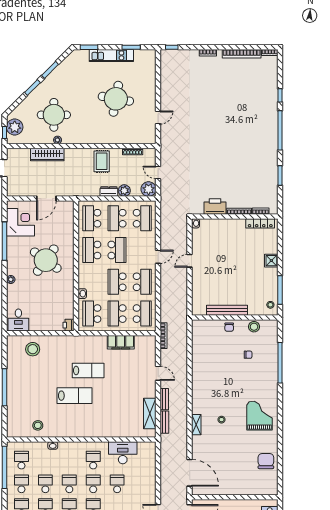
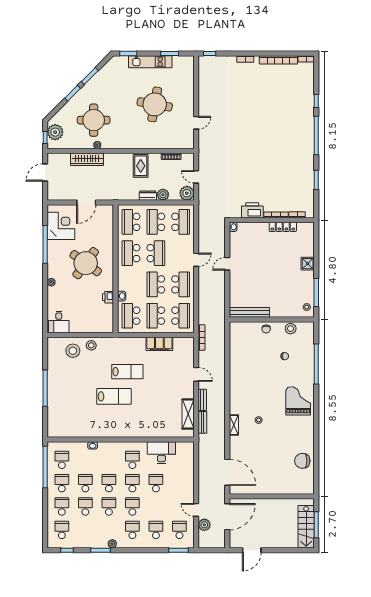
locker: (260, 223) -> (283, 227), moved
bench: (227, 310) -> (249, 312), moved
printer: (68, 325) -> (108, 297), moved
grand piano: (259, 416) -> (298, 401), moved
stool: (38, 425) -> (91, 345), moved
chair: (266, 461) -> (302, 461), turned -90

